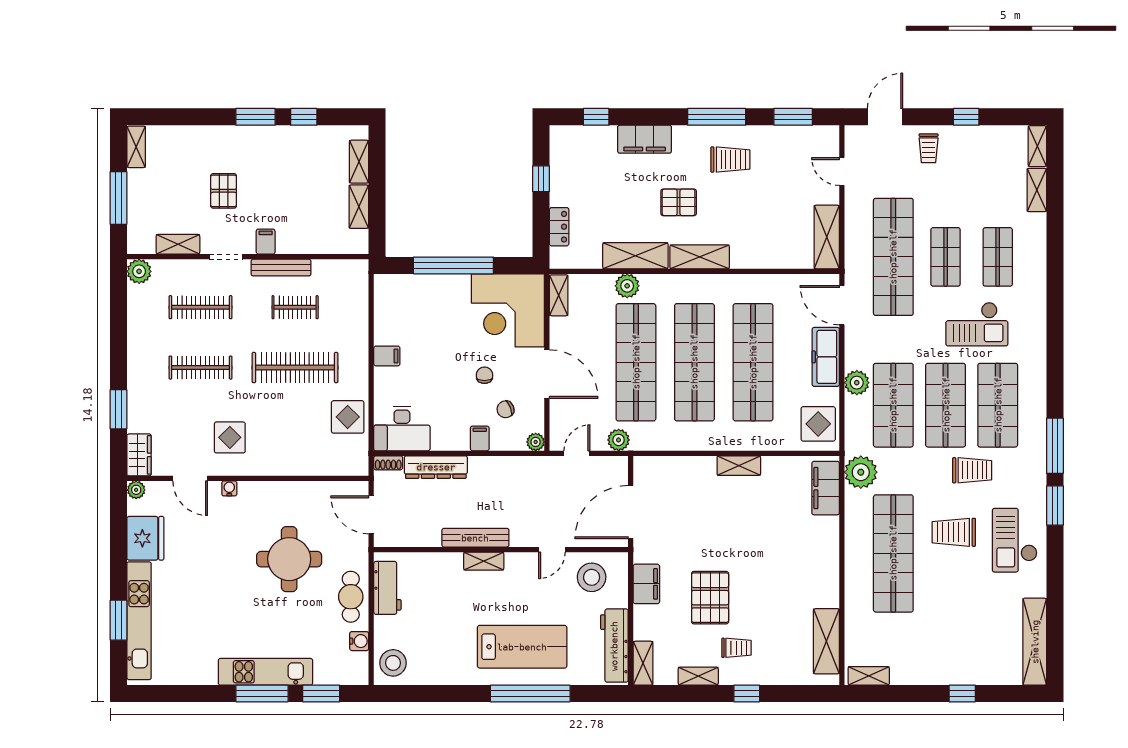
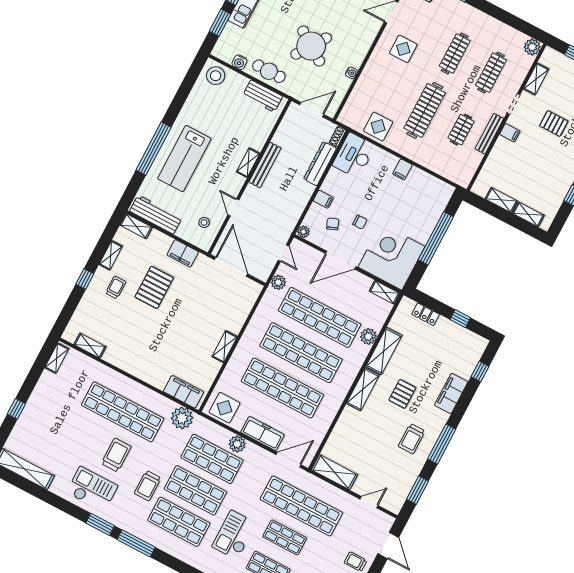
water cooler: (229, 488) -> (351, 73), moved
round table: (289, 559) -> (311, 46), turned 34
stool: (592, 577) -> (204, 222), width x0.53, depth x0.53
pallet: (710, 598) -> (154, 287), turned 90
shelving: (826, 641) -> (90, 346), width x0.67, depth x0.75
trolley: (736, 648) -> (116, 287), turned 180

